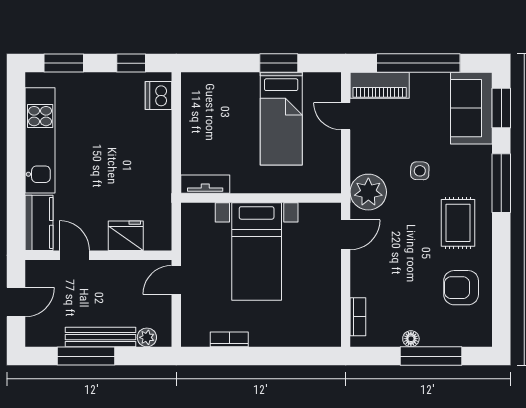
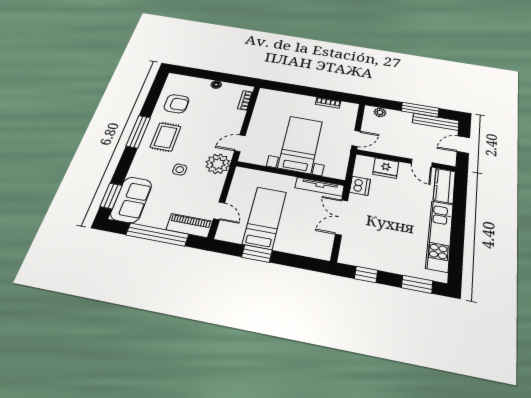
dishwasher: (158, 96) -> (360, 186), moved
double door: (176, 141) -> (342, 217), added
window: (501, 183) -> (138, 132), moved
tv unit: (205, 184) -> (320, 187), width x1.41
bench: (100, 337) -> (436, 122), moved
window: (431, 356) -> (207, 75), removed

